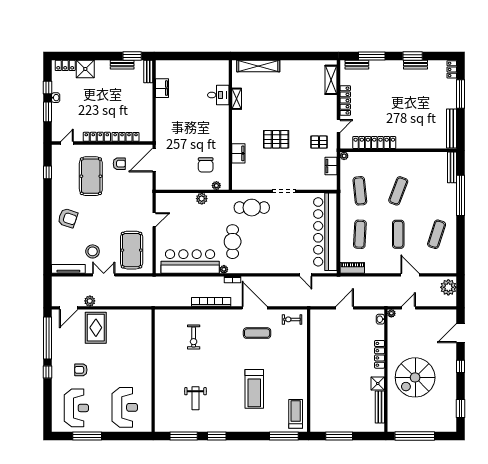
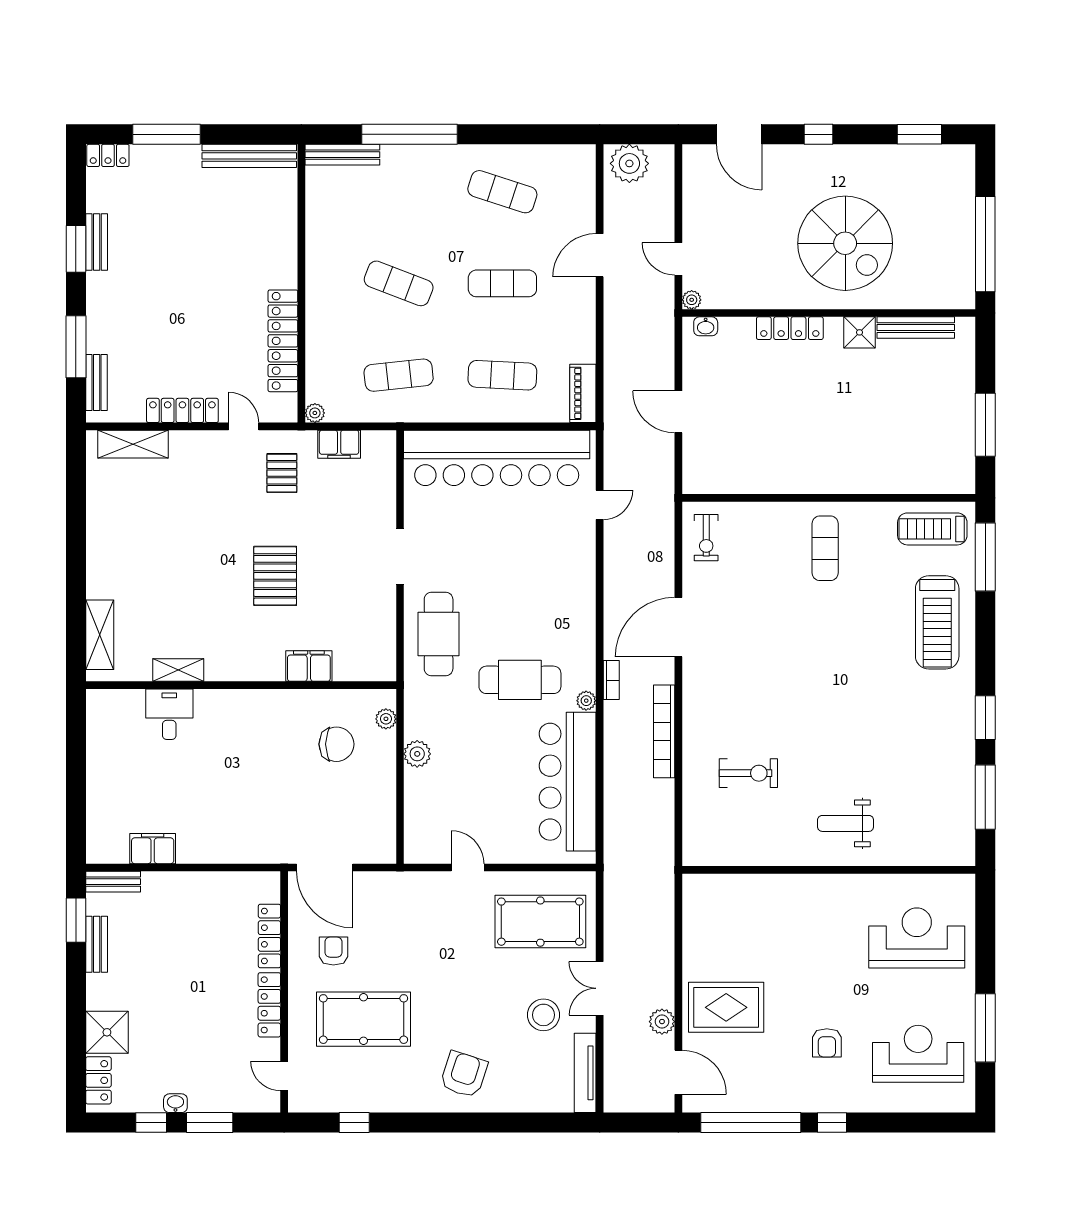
shelving: (258, 66) -> (100, 635), width x0.68
exercise mat: (257, 333) -> (825, 548), moved
treadmill: (254, 389) -> (937, 622), moved, turned 90
weight bench: (195, 398) -> (846, 823), moved, turned 180

